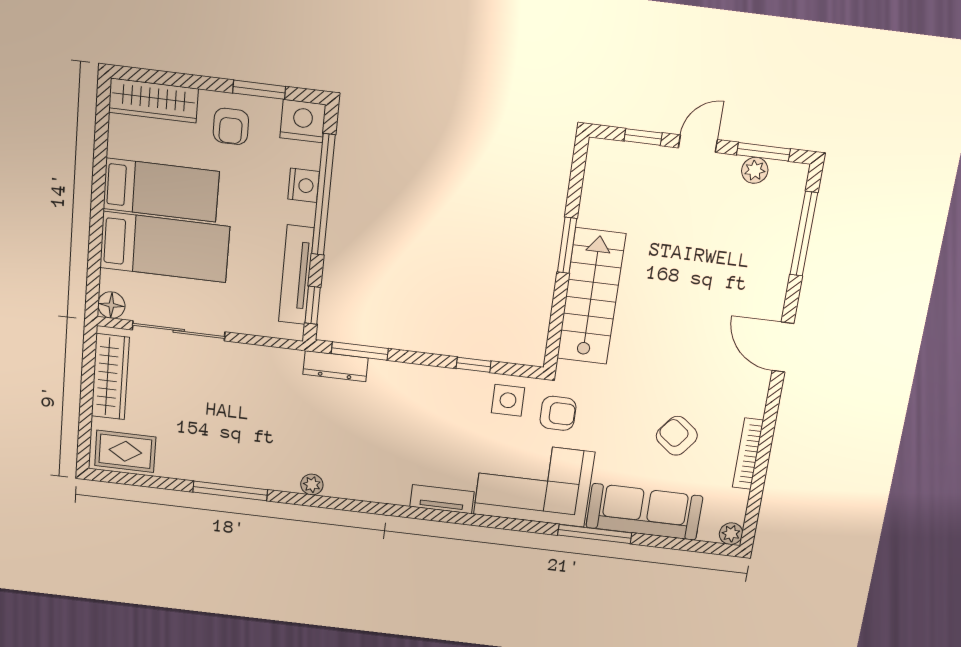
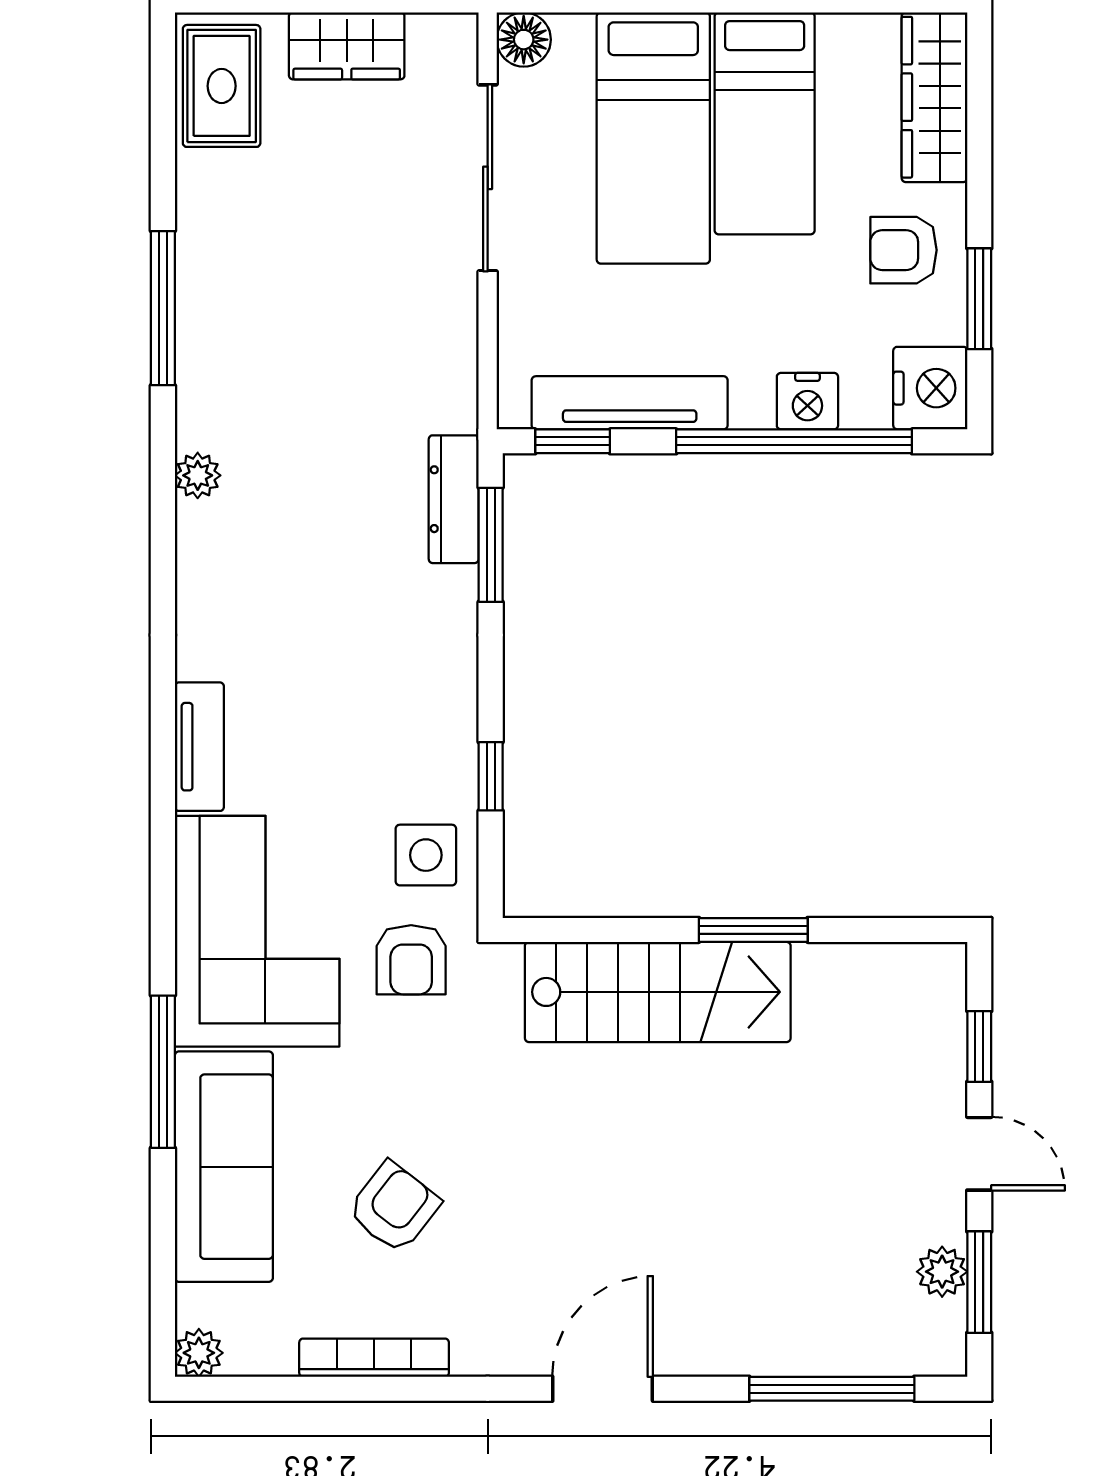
wardrobe: (110, 377) -> (347, 46), width x0.67

